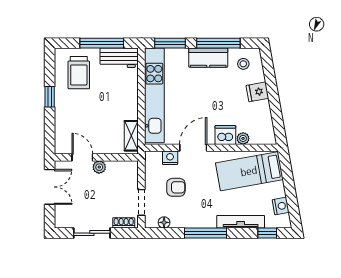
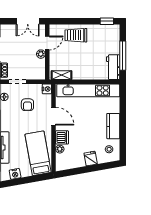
window: (170, 43) -> (123, 101), removed
window: (218, 43) -> (123, 133), removed
trolley: (79, 73) -> (76, 35), moved
window: (50, 97) -> (107, 21), moved
nightstand: (170, 158) -> (47, 89), moved

